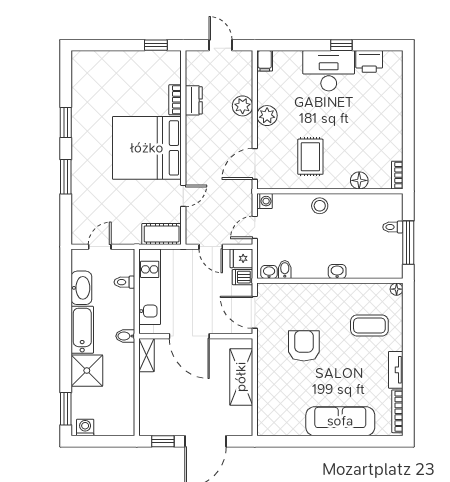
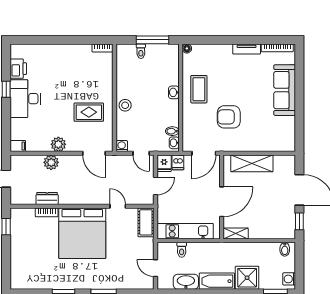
floor lamp: (359, 180) -> (106, 76), removed
coffee table: (369, 325) -> (199, 89), moved
bidet: (125, 336) -> (285, 249), moved

